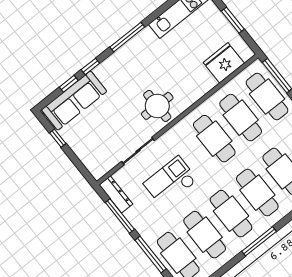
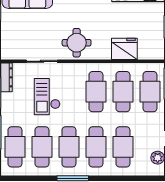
fridge: (224, 63) -> (124, 49), moved
checkout: (171, 182) -> (47, 97), turned -90

